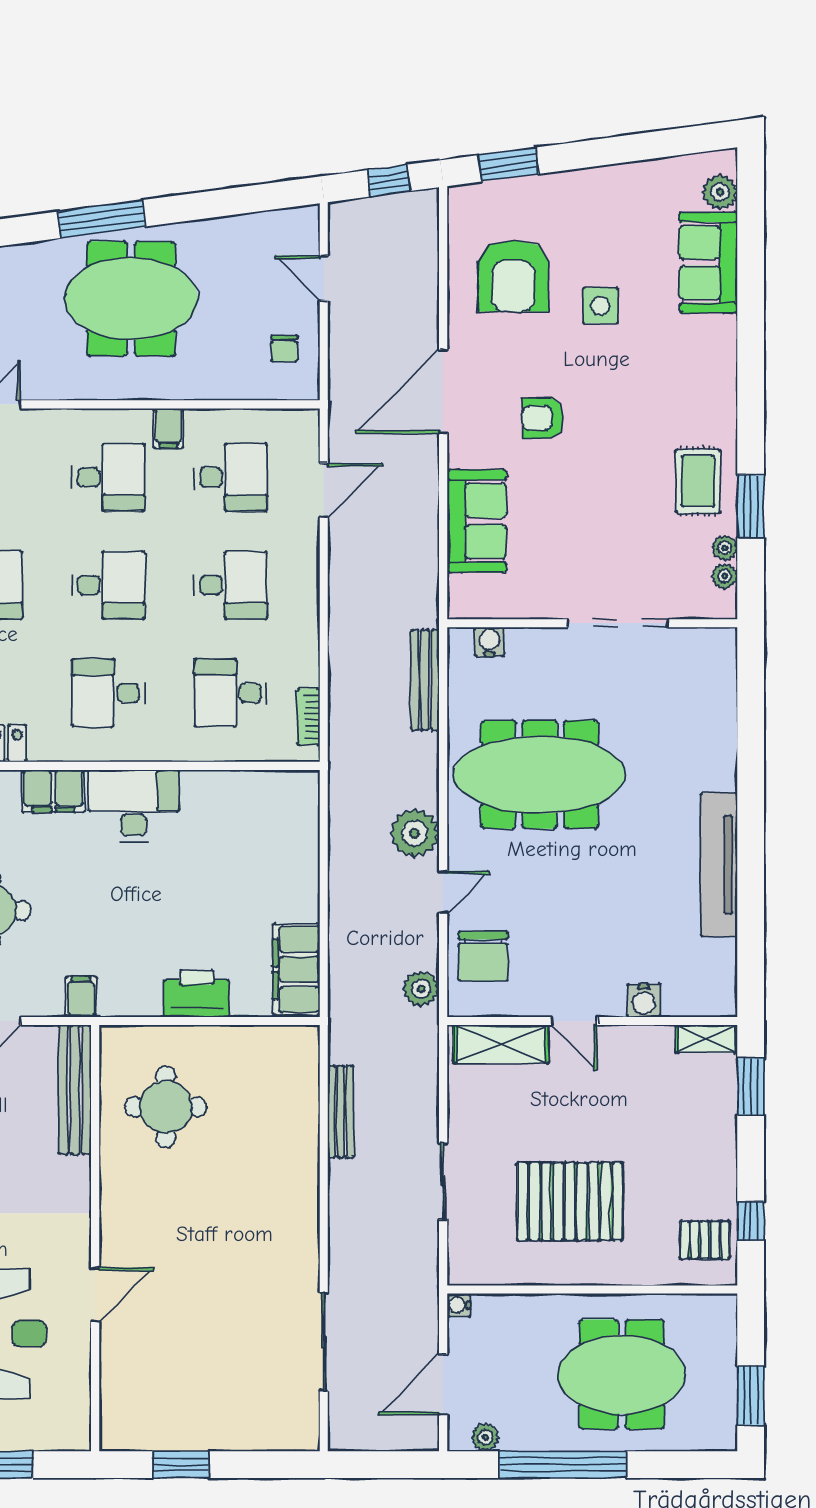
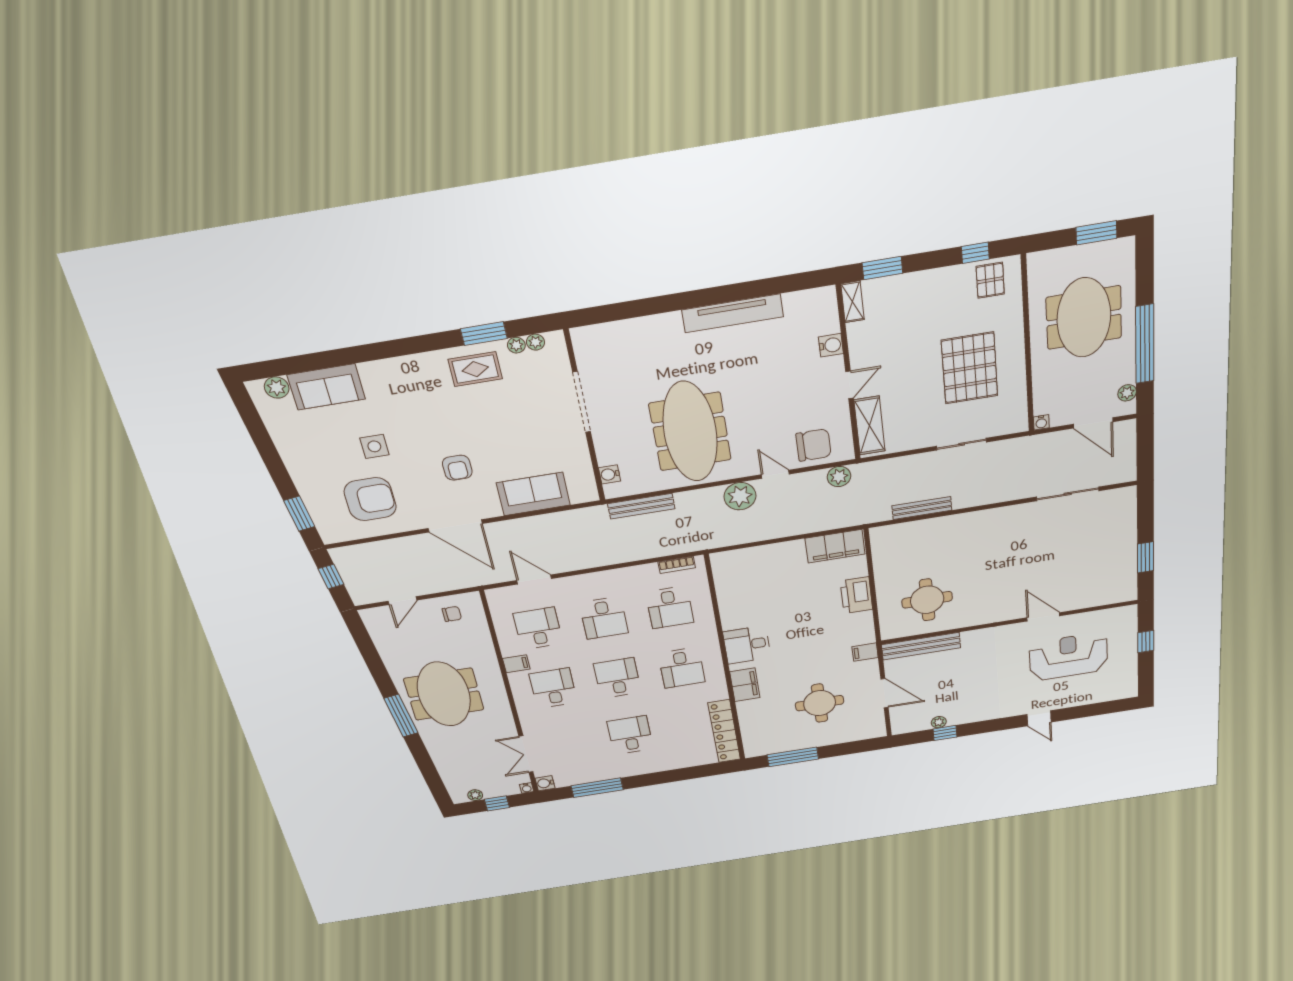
desk: (231, 585) -> (604, 618), turned 180
desk: (133, 806) -> (747, 645), width x0.73

